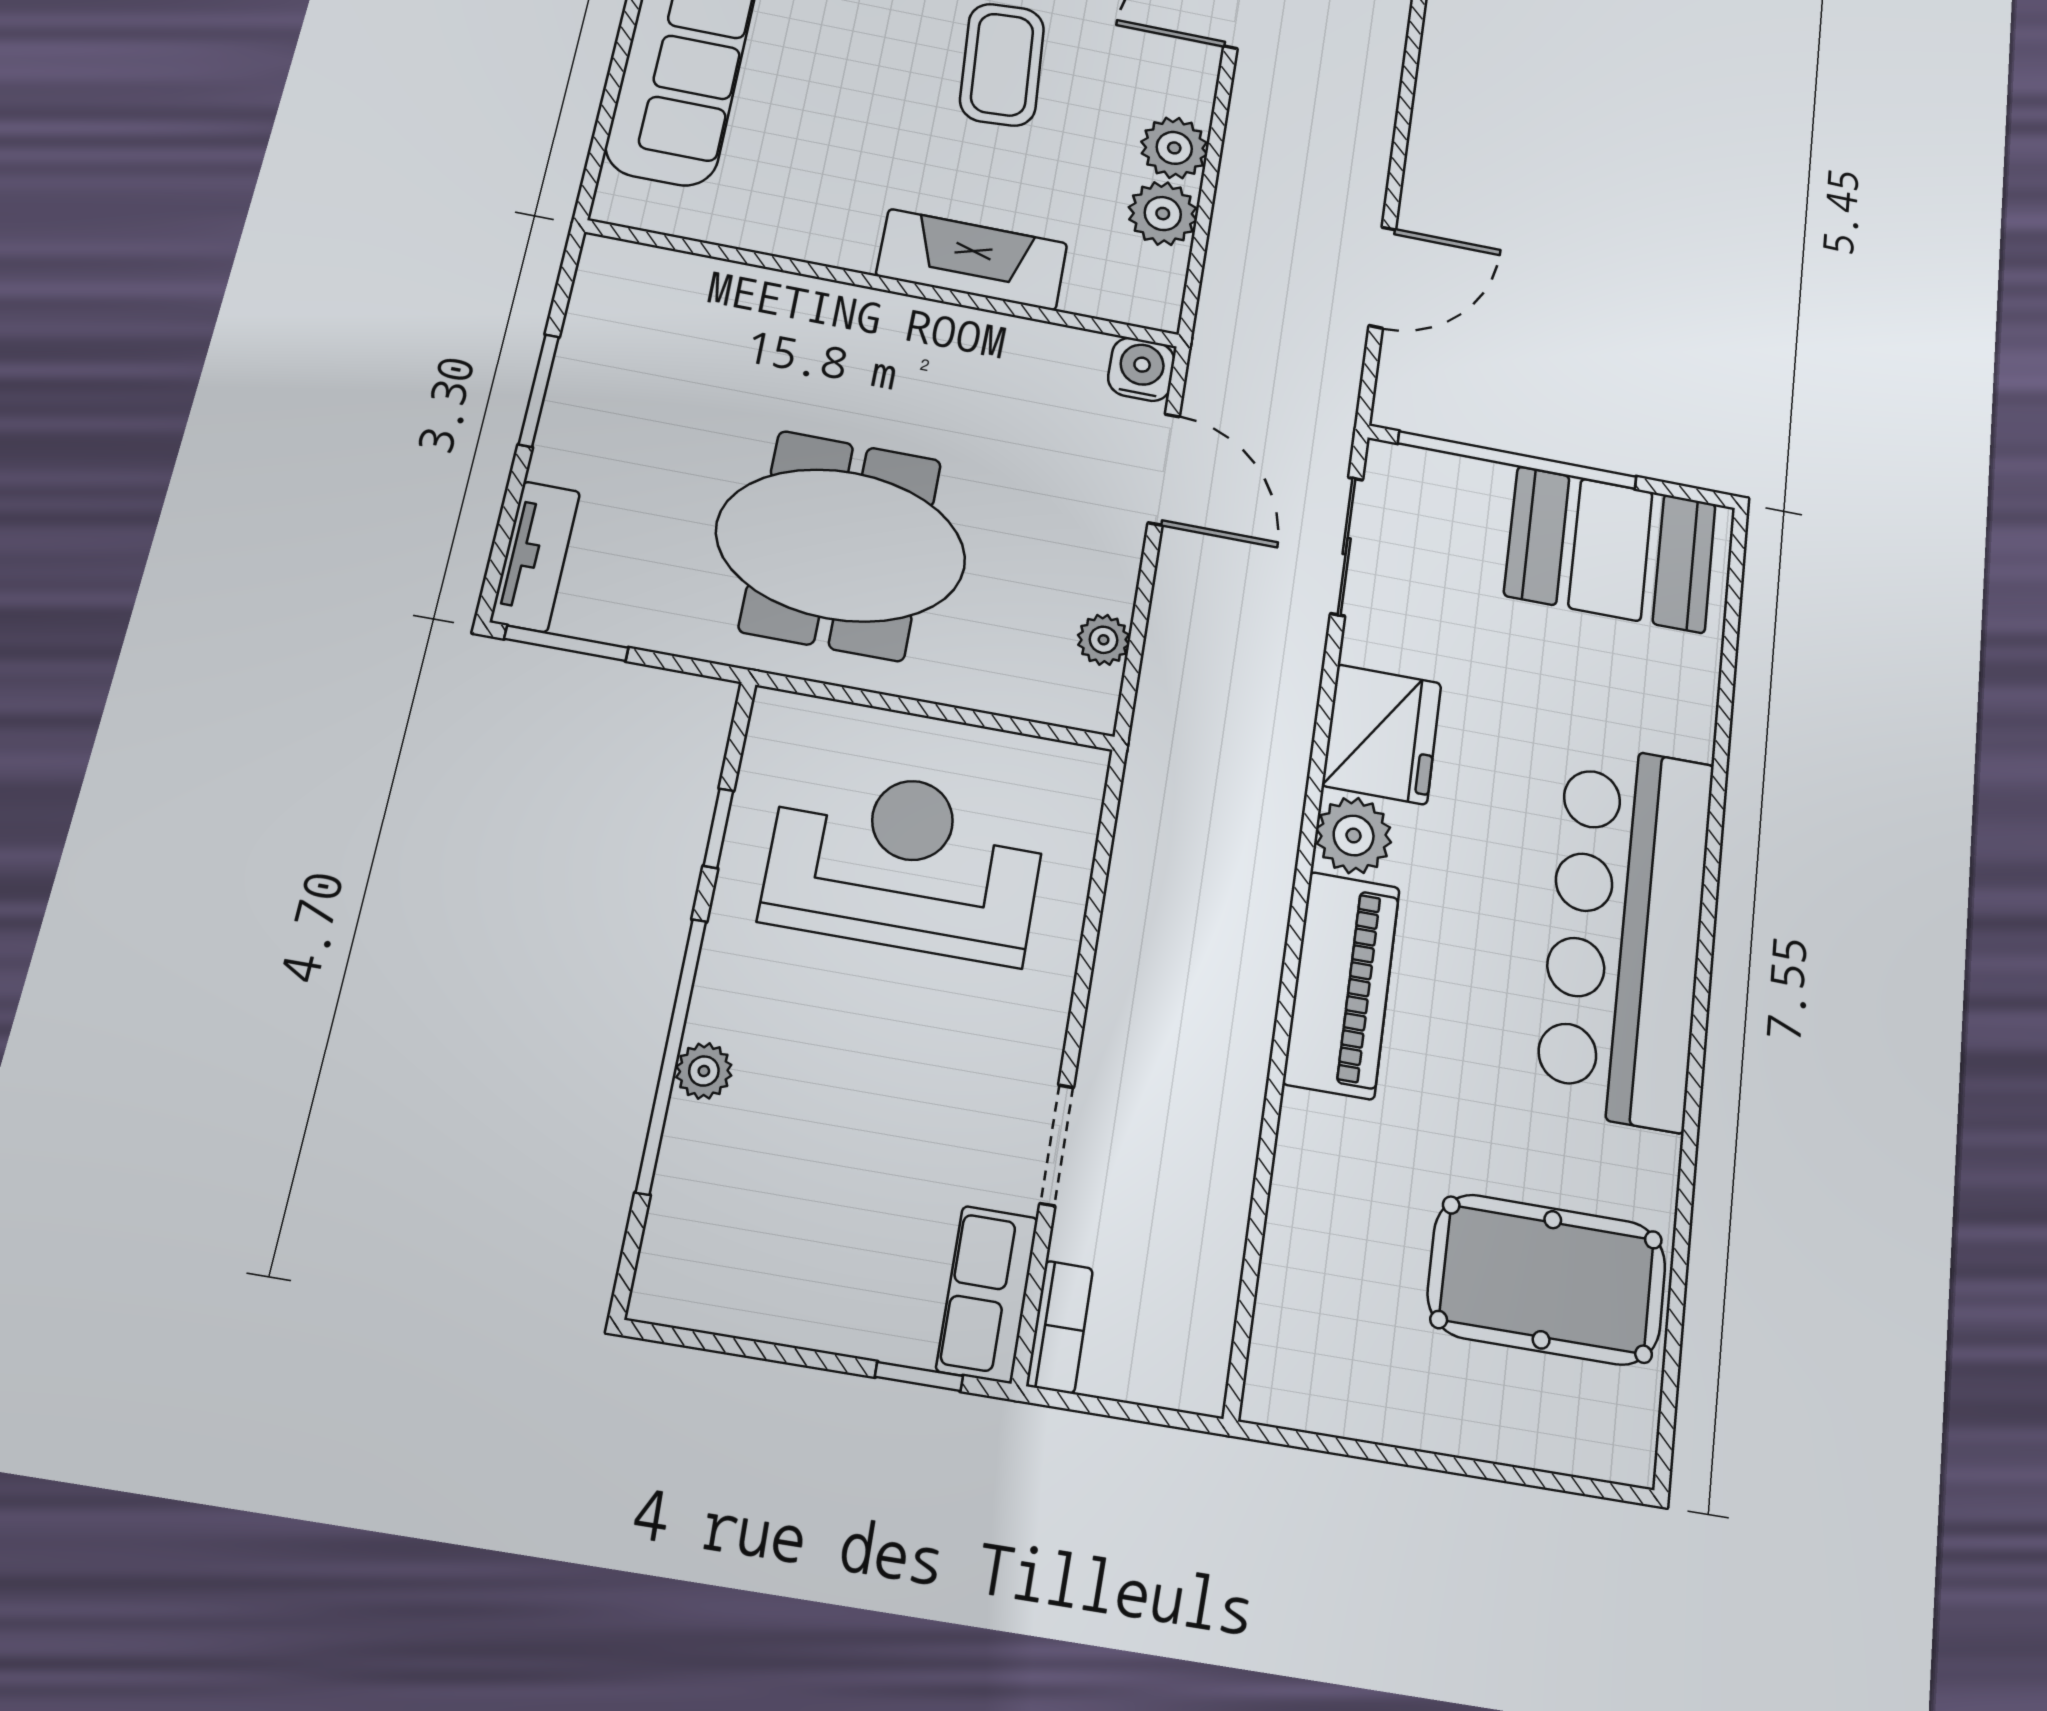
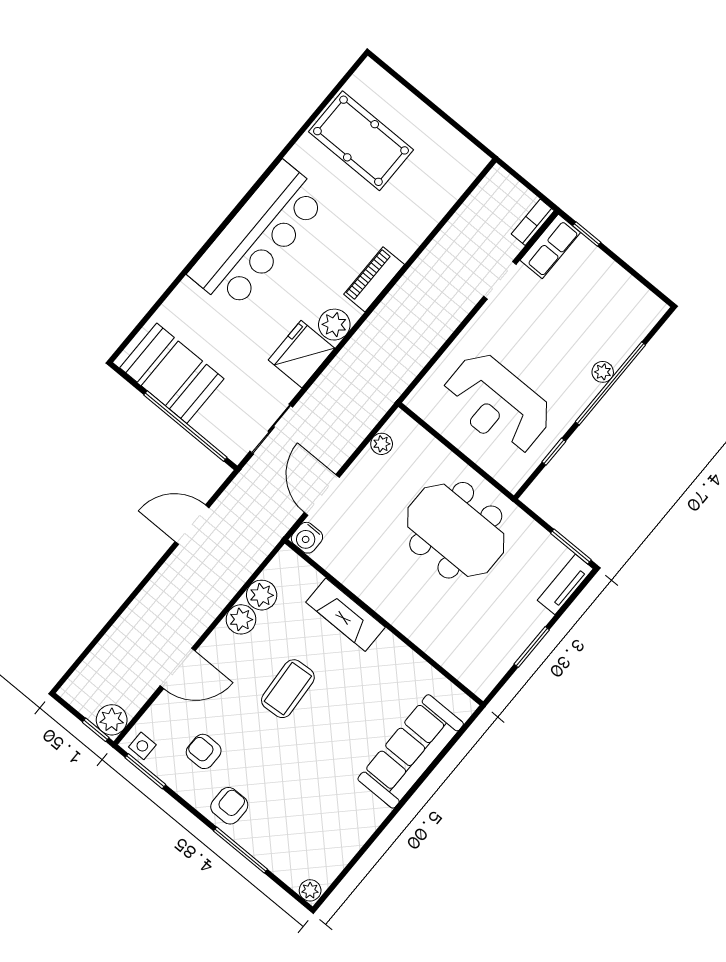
piano: (1342, 985) -> (374, 279), width x0.73, depth x0.75

